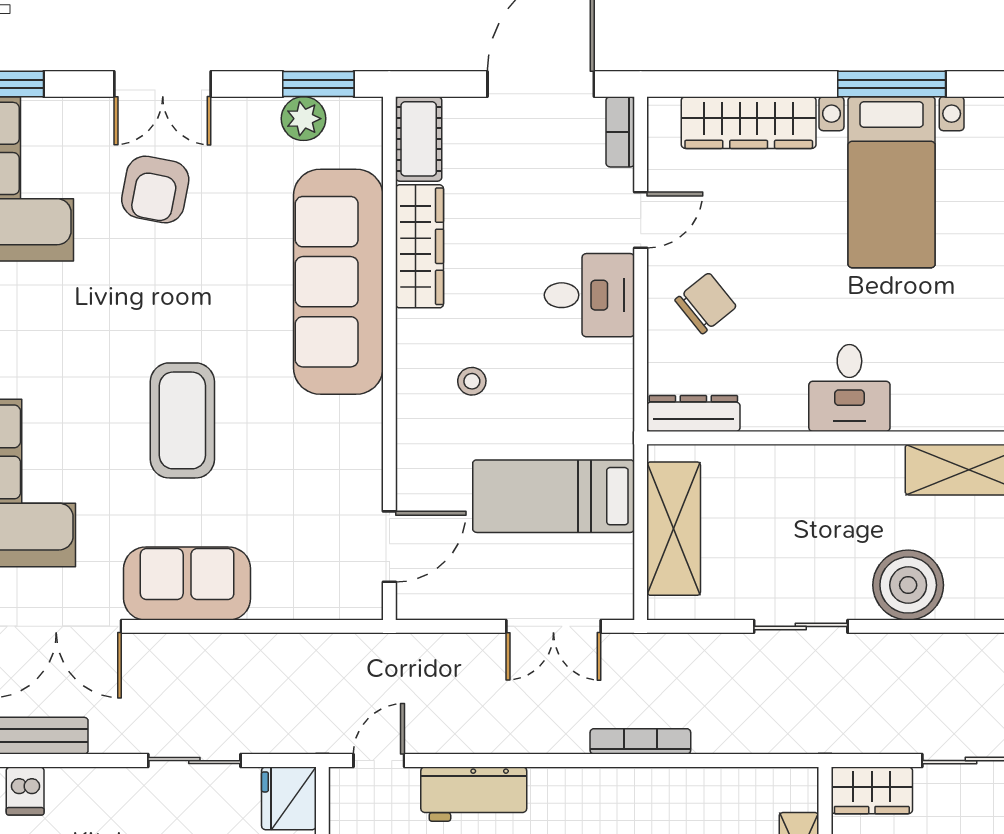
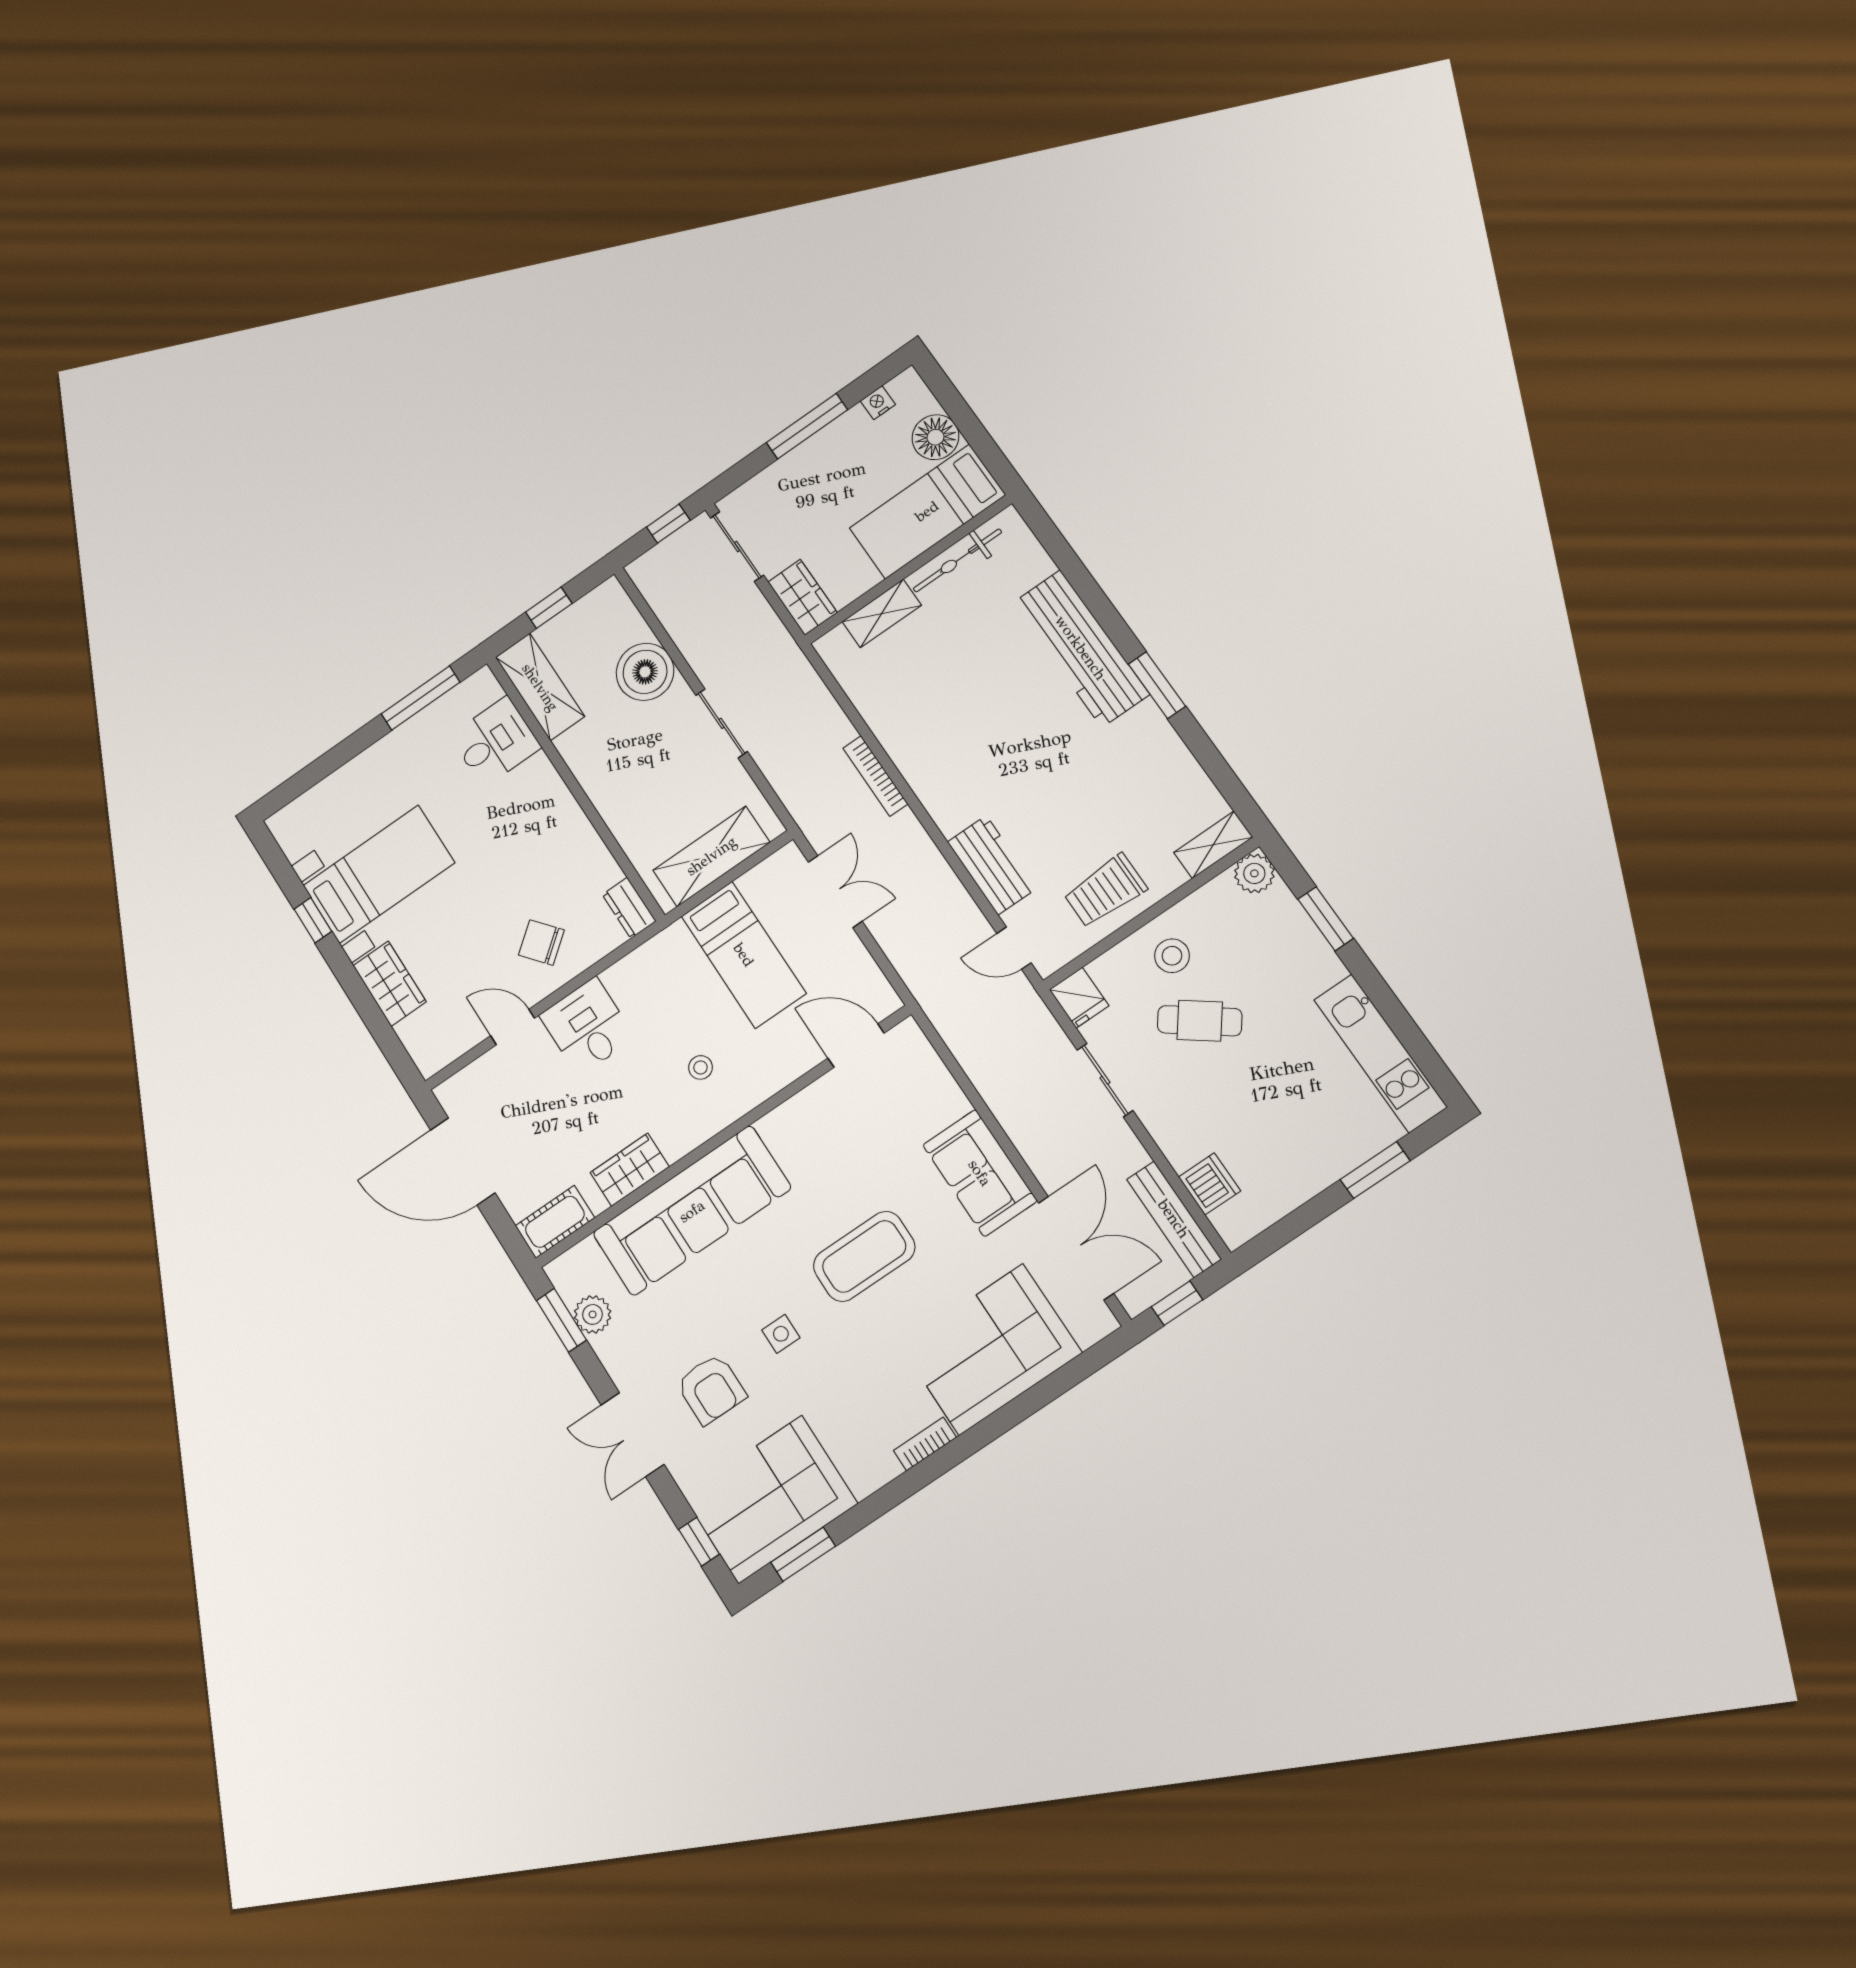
double door: (163, 84) -> (632, 1435), swing flipped
window: (892, 84) -> (313, 920), width x0.46
wardrobe: (749, 123) -> (390, 984), width x0.67
bookcase: (620, 132) -> (461, 1083), removed
armchair: (155, 189) -> (711, 1389), turned 79
wardrobe: (419, 246) -> (630, 1170), width x0.67
side table: (163, 292) -> (781, 1334), added
desk: (849, 388) -> (495, 742), moved
dresser: (693, 413) -> (629, 908), width x0.70
dishwasher: (25, 791) -> (1210, 1184), width x1.38
fridge: (289, 798) -> (1079, 998), width x0.72

